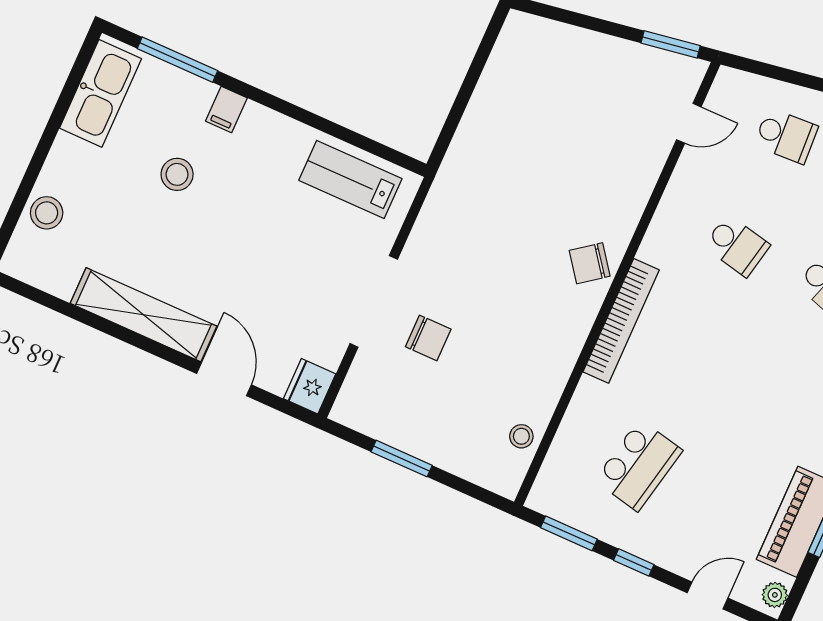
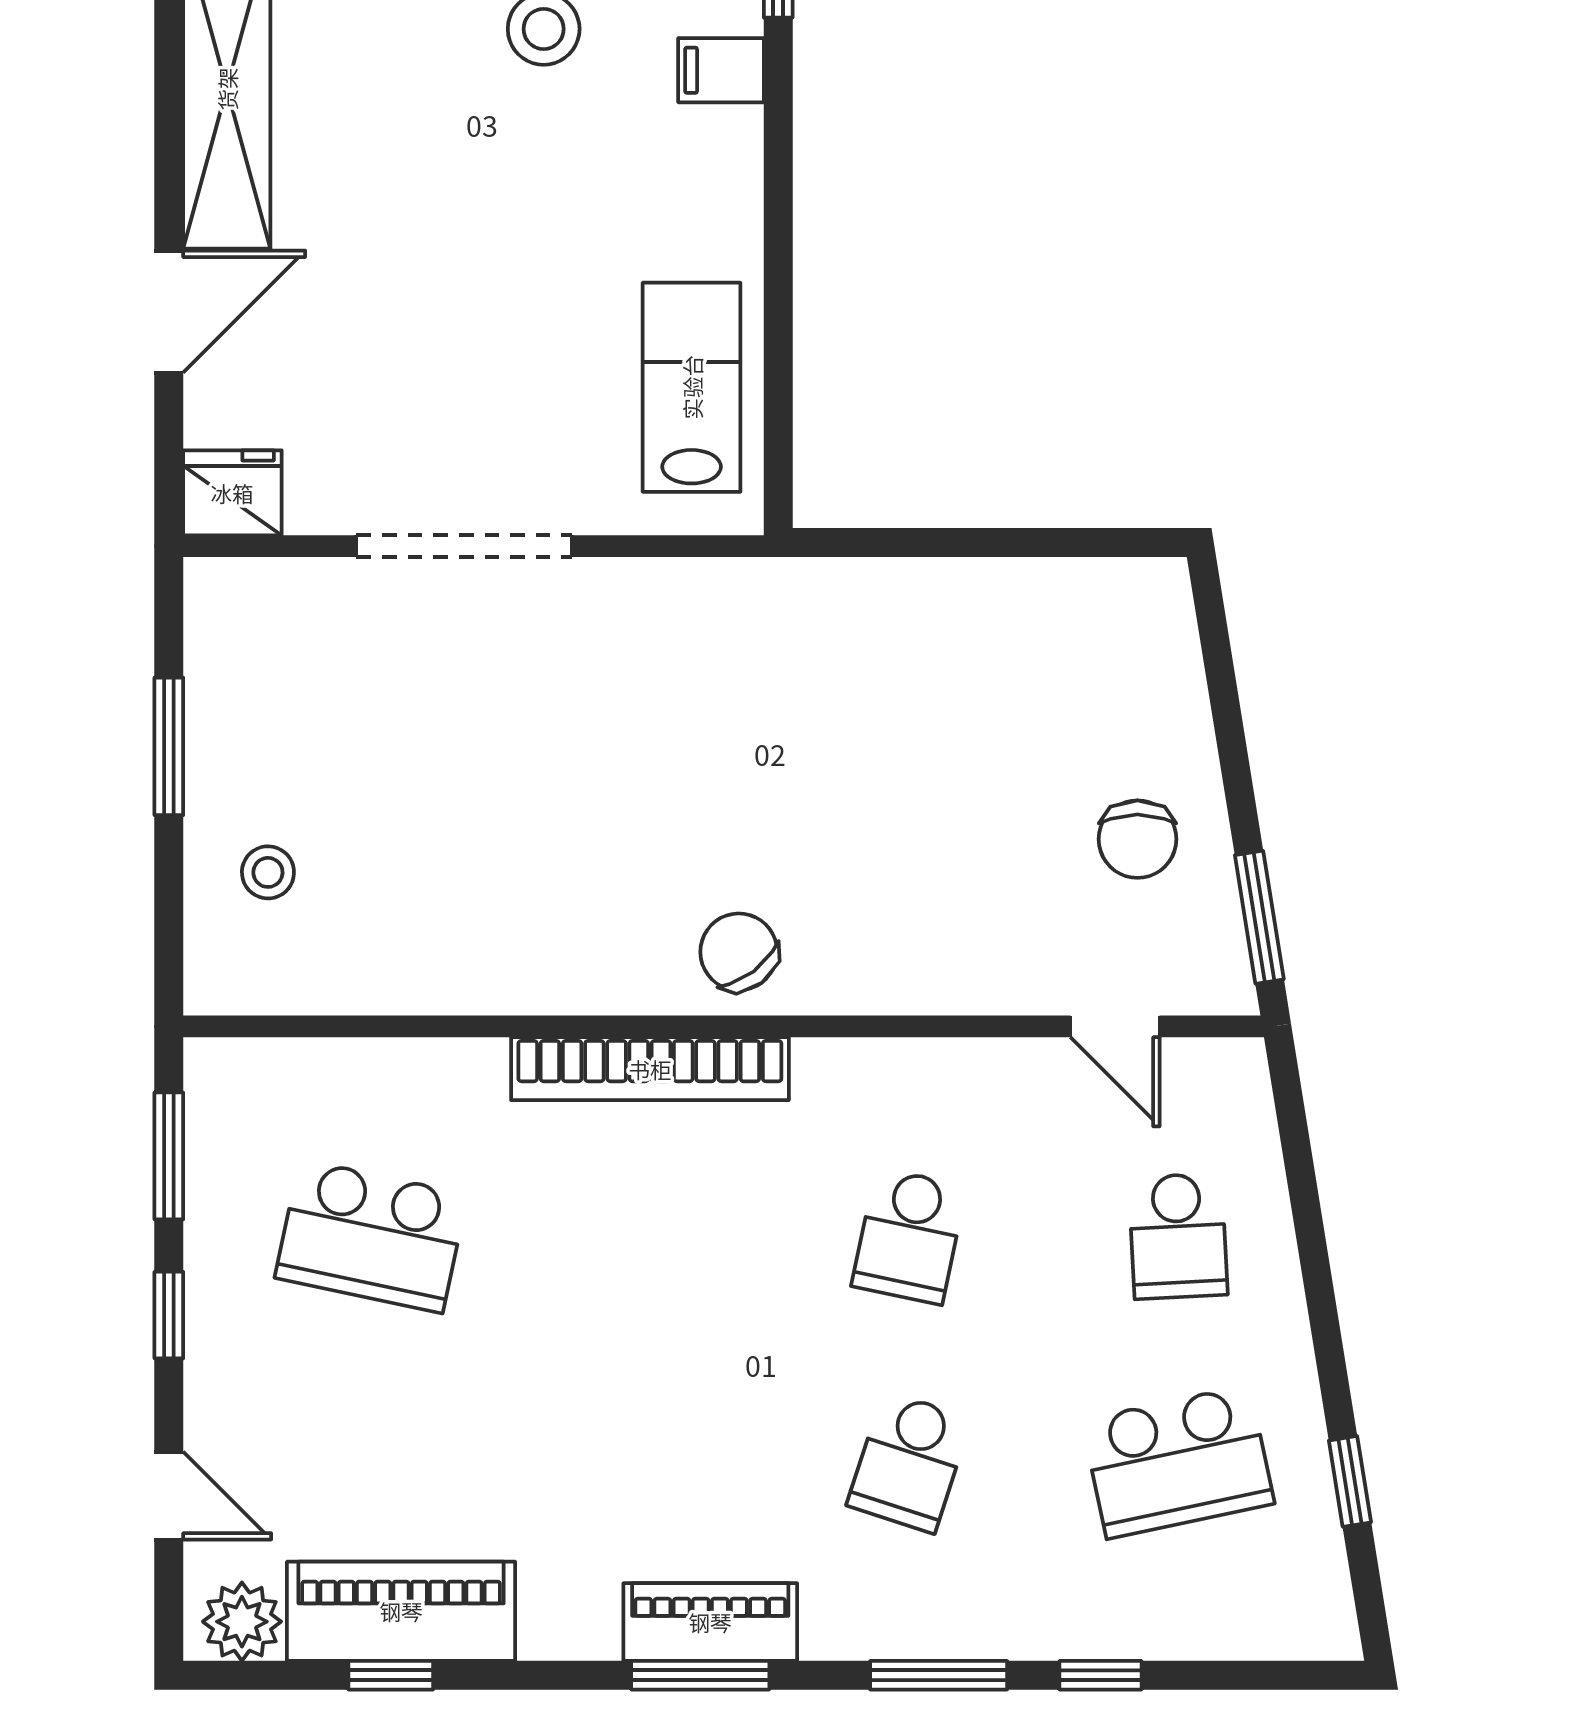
chair: (428, 338) -> (1137, 839), moved
stool: (521, 436) -> (268, 872), moved
plant: (775, 595) -> (242, 1622), width x1.38, depth x1.38

